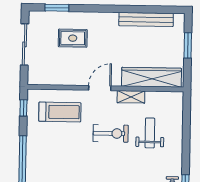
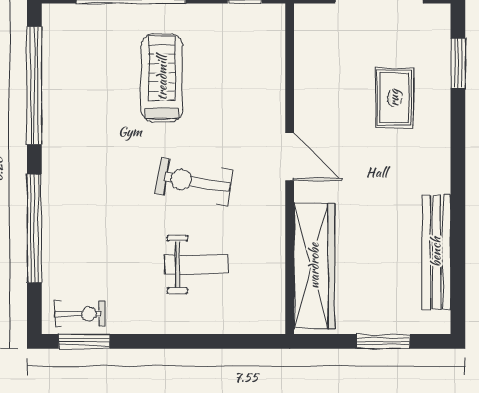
shelving: (131, 97) -> (272, 223), removed
treadmill: (60, 112) -> (162, 78), moved, turned 180
exercise bike: (111, 133) -> (194, 182), turned 100

